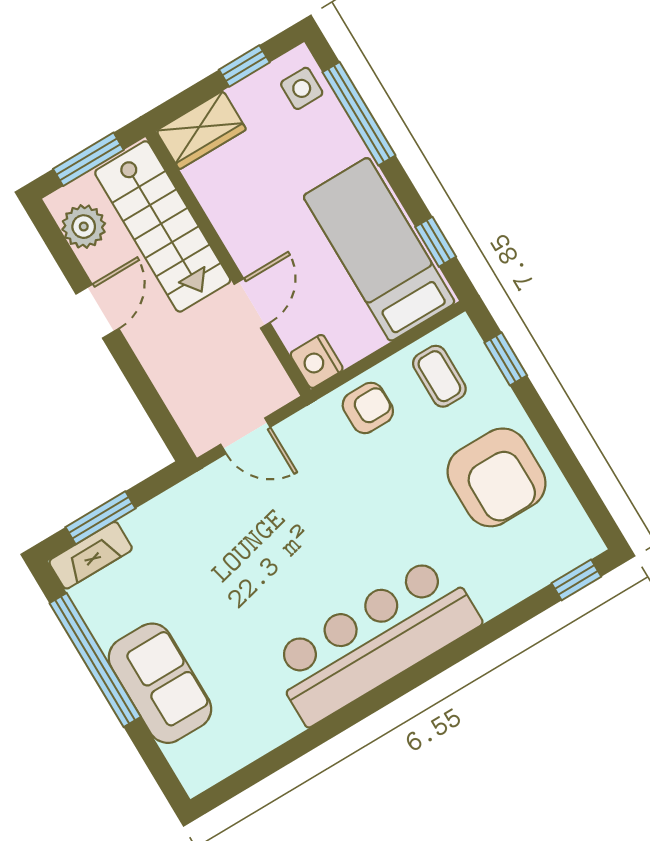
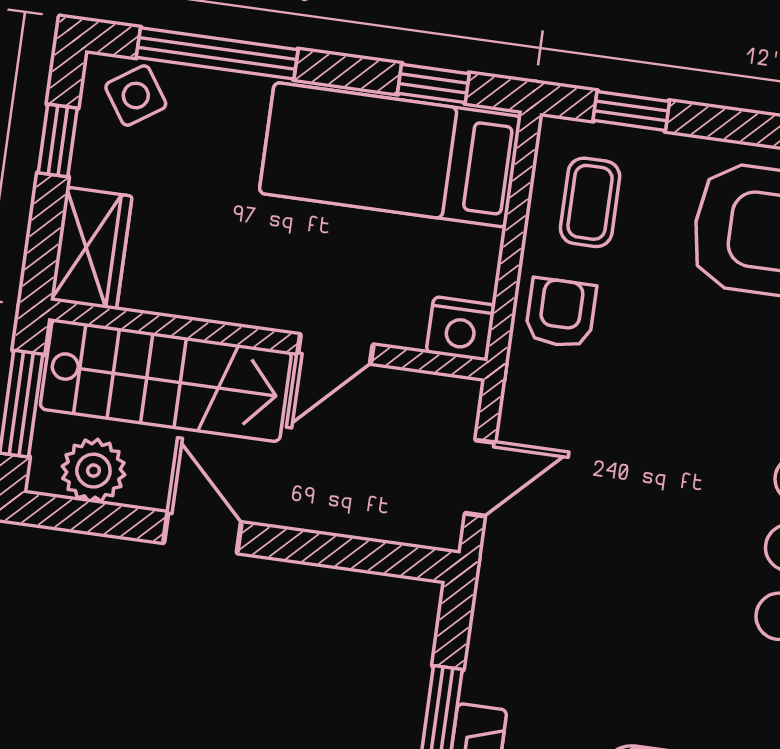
side table: (302, 88) -> (136, 96), turned -34
door: (252, 303) -> (335, 349), swing flipped
coffee table: (439, 376) -> (590, 202), turned 90

